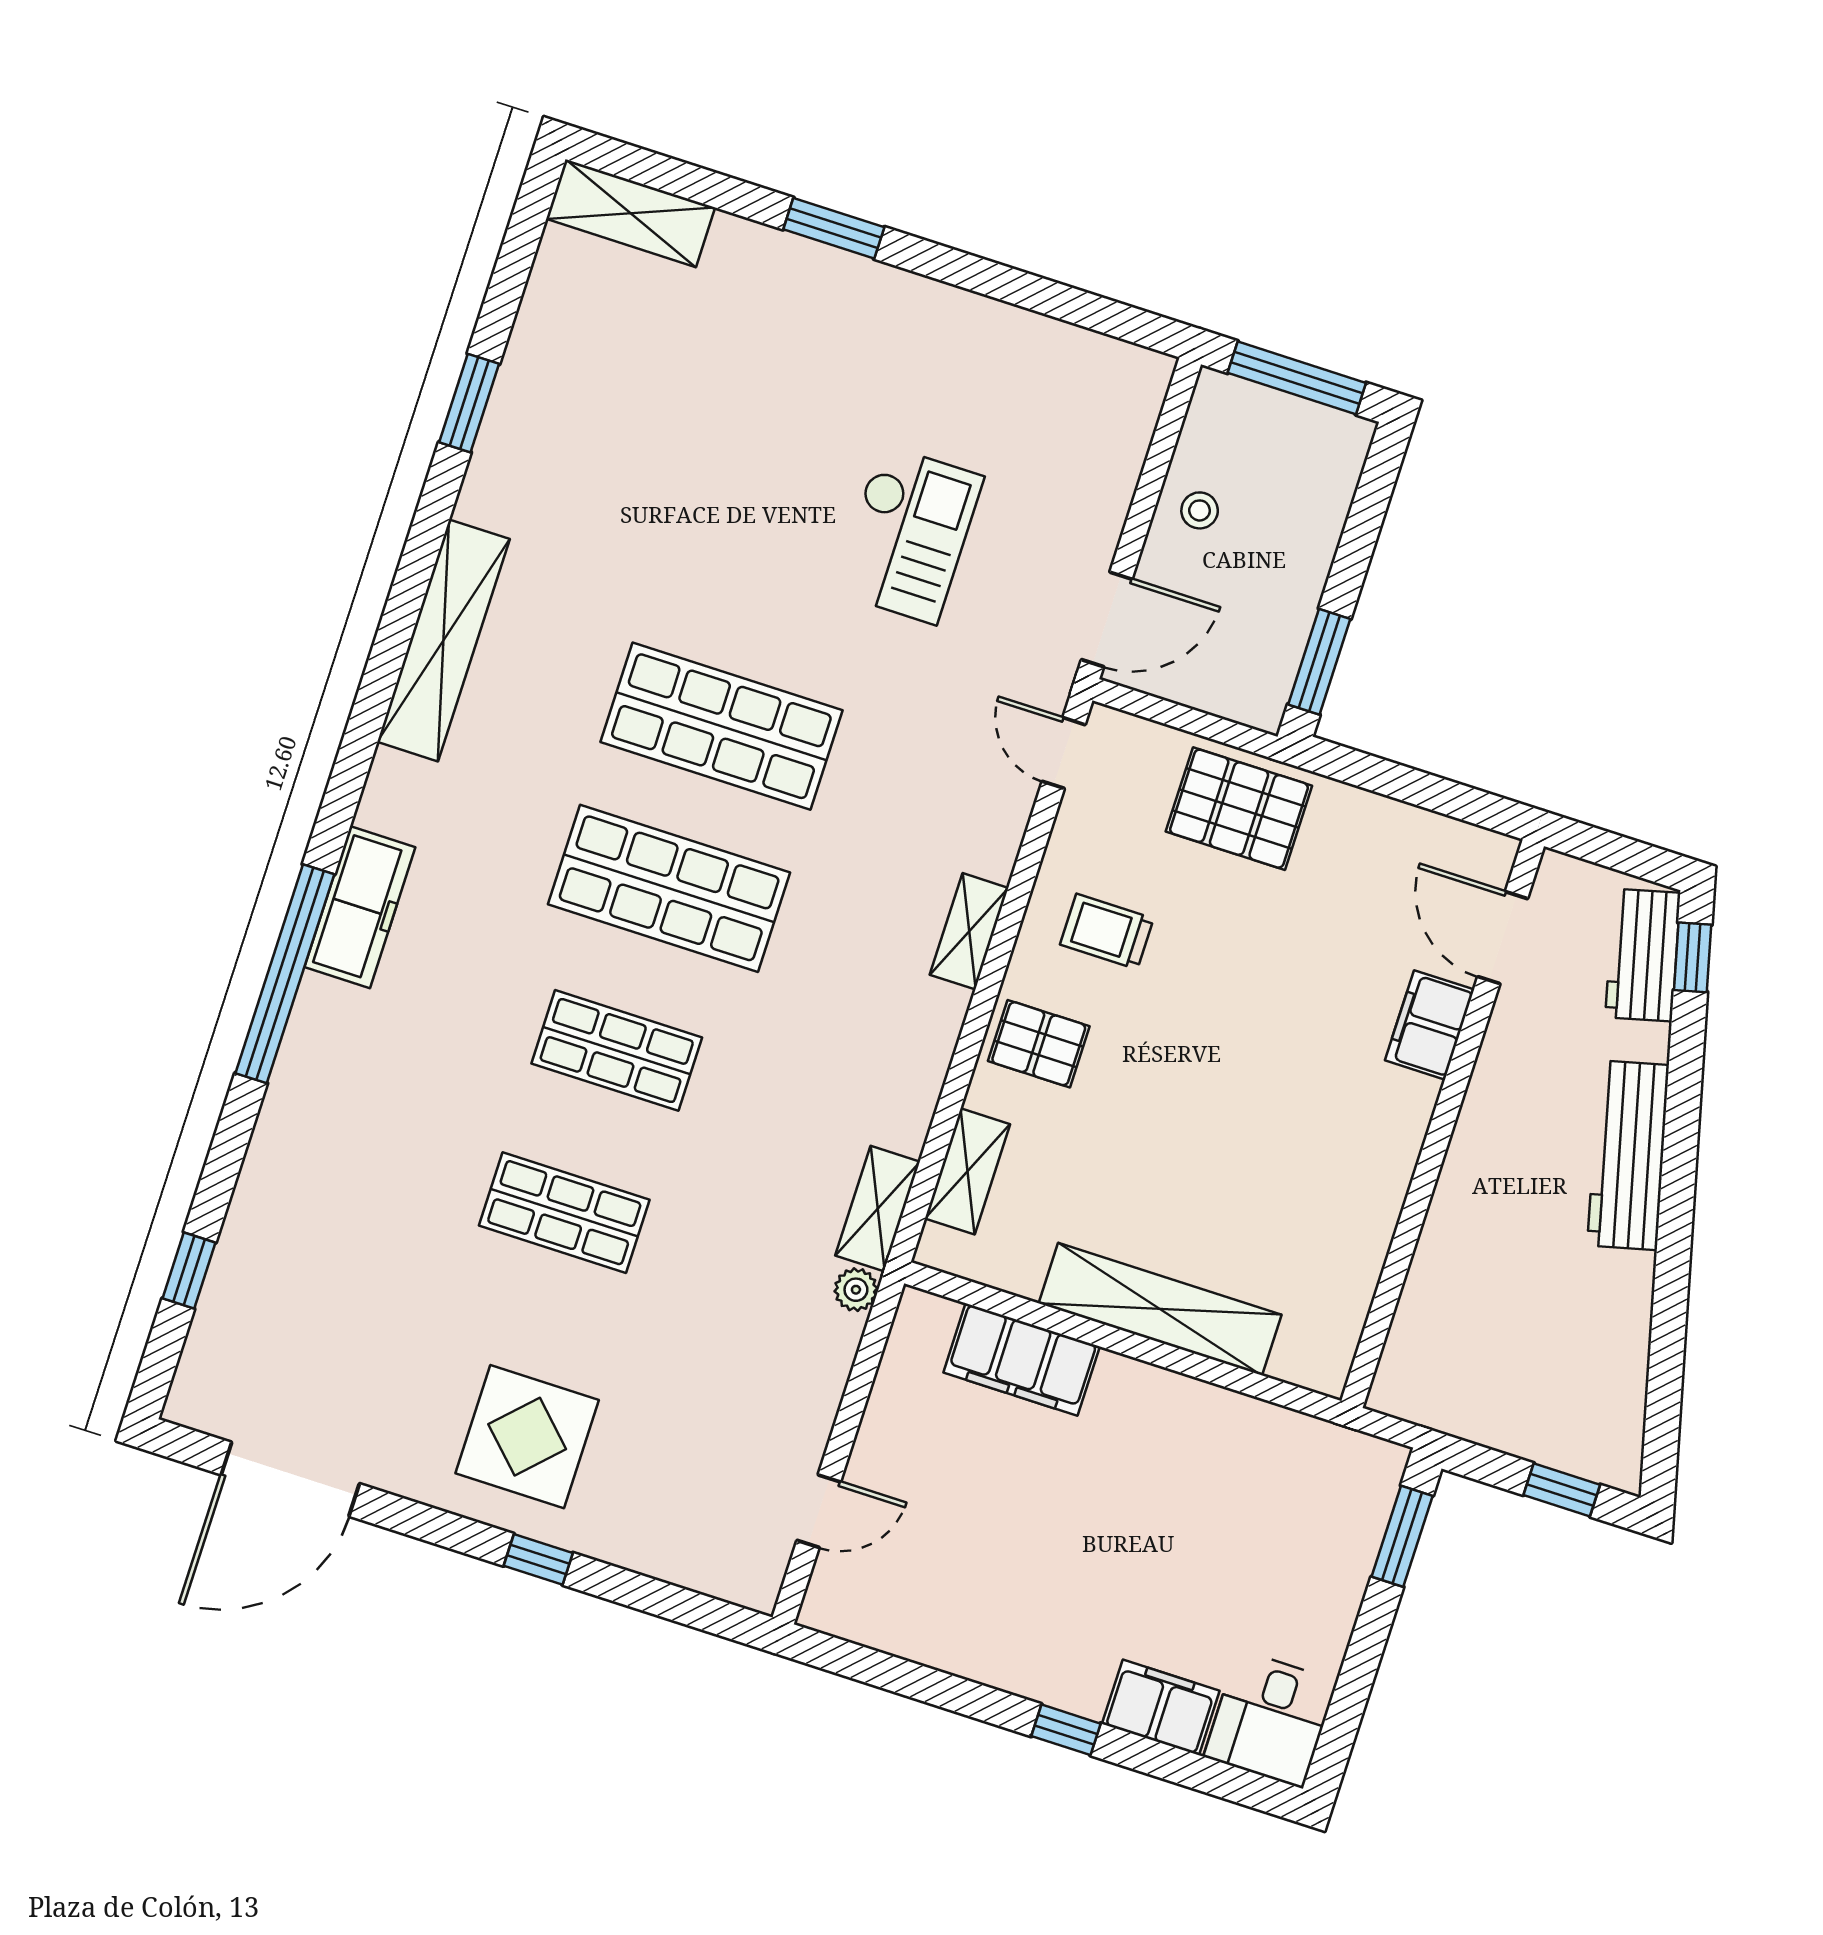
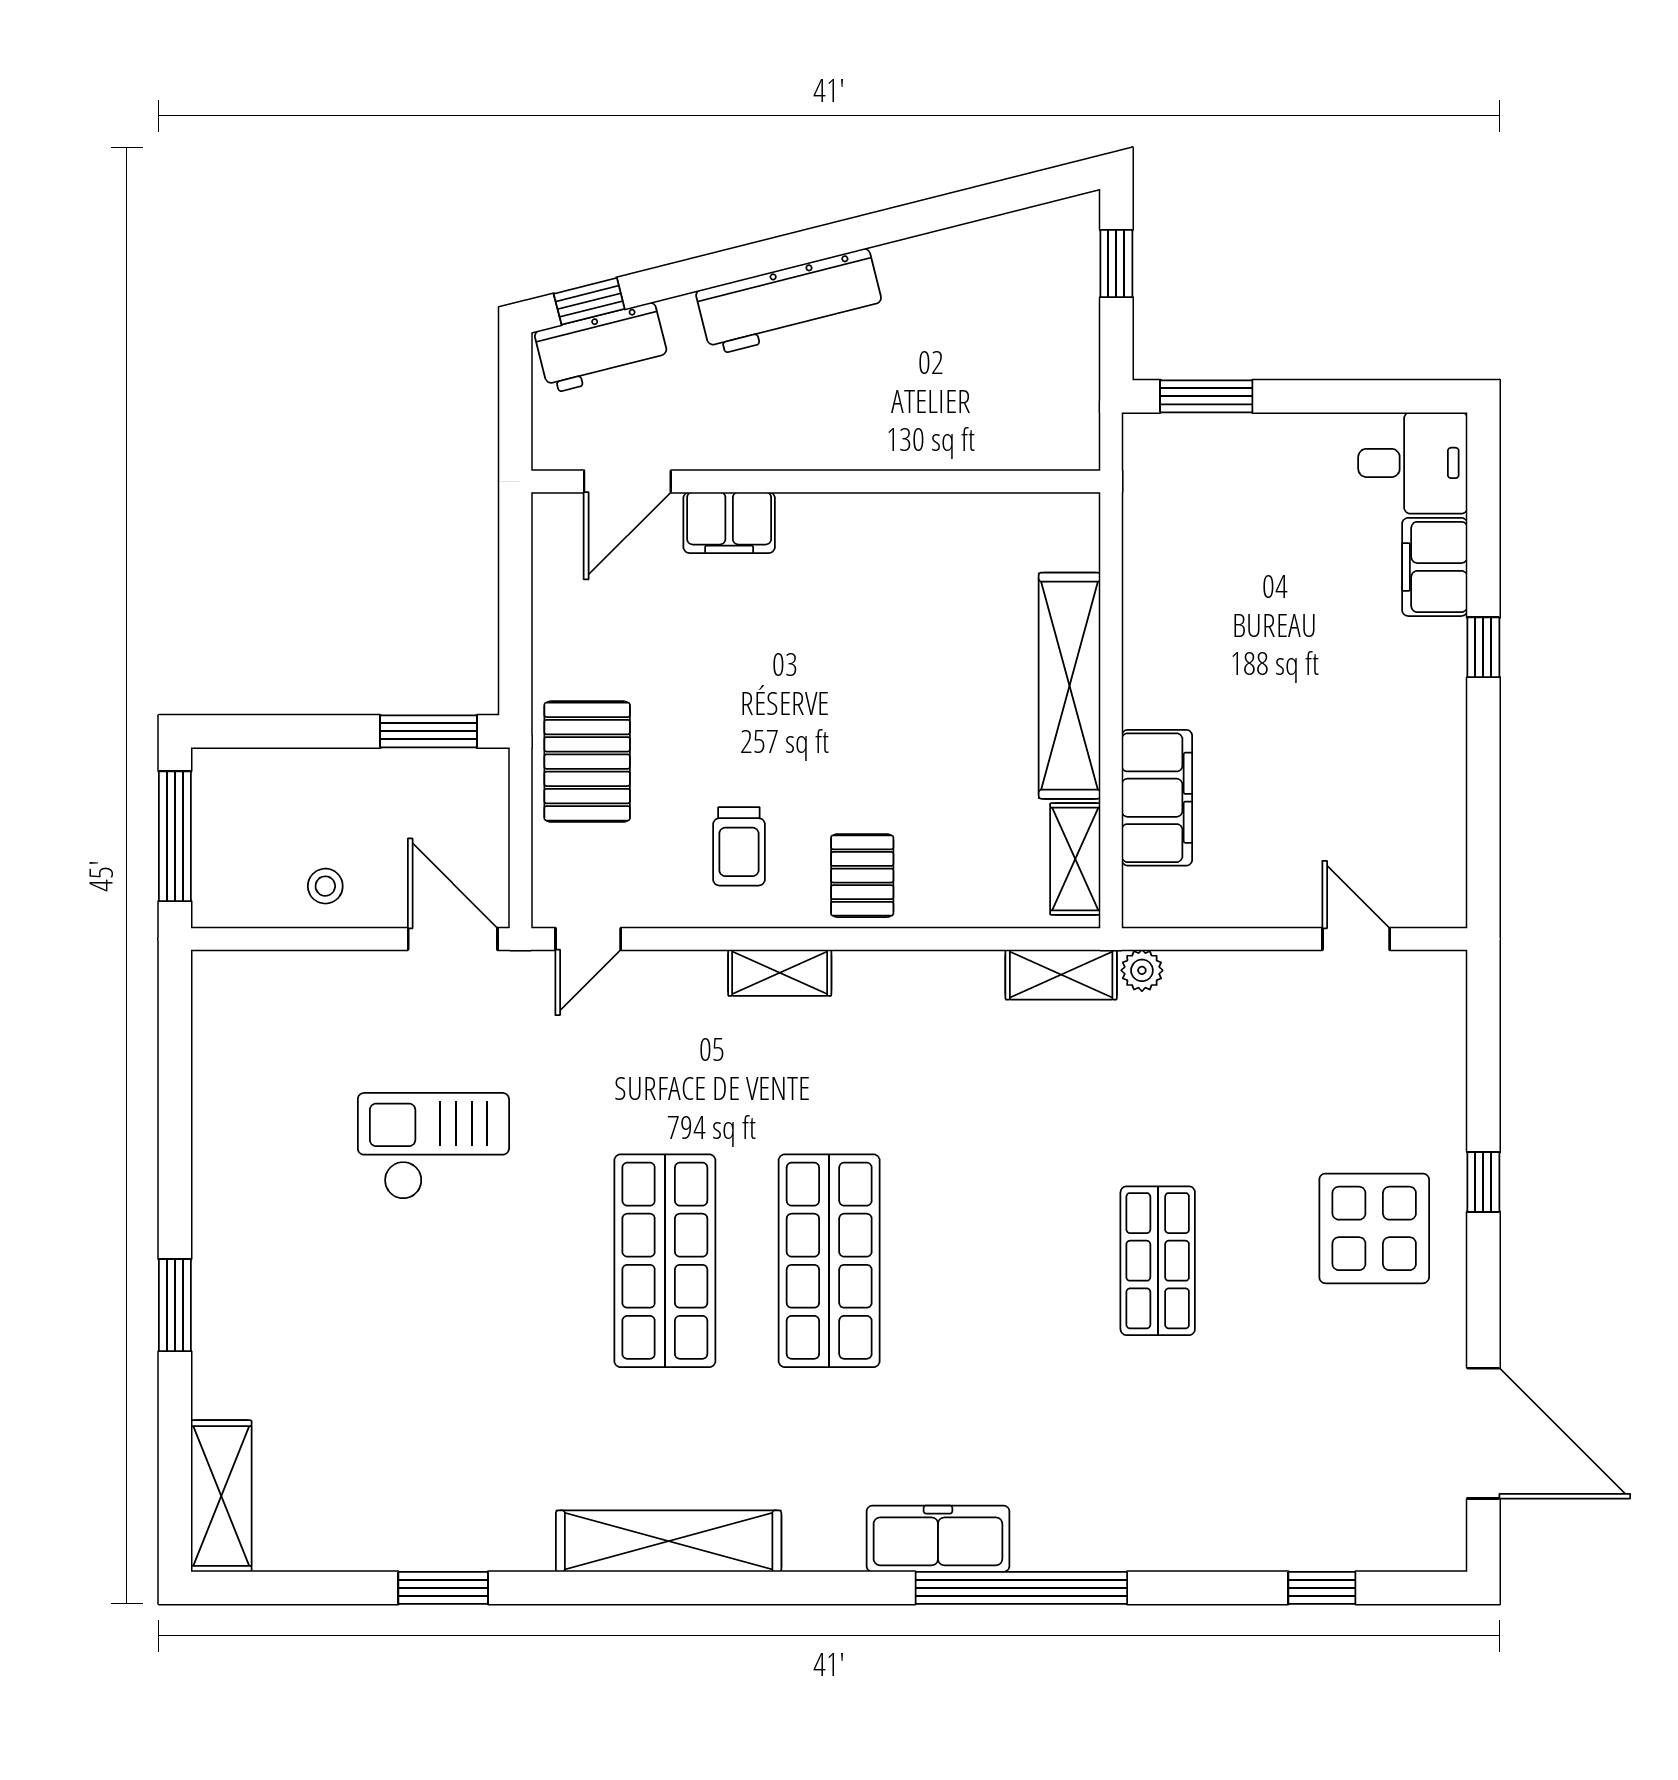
shop shelf: (617, 1050) -> (993, 1261), removed
shelving: (968, 1171) -> (1075, 859), moved, turned 90

